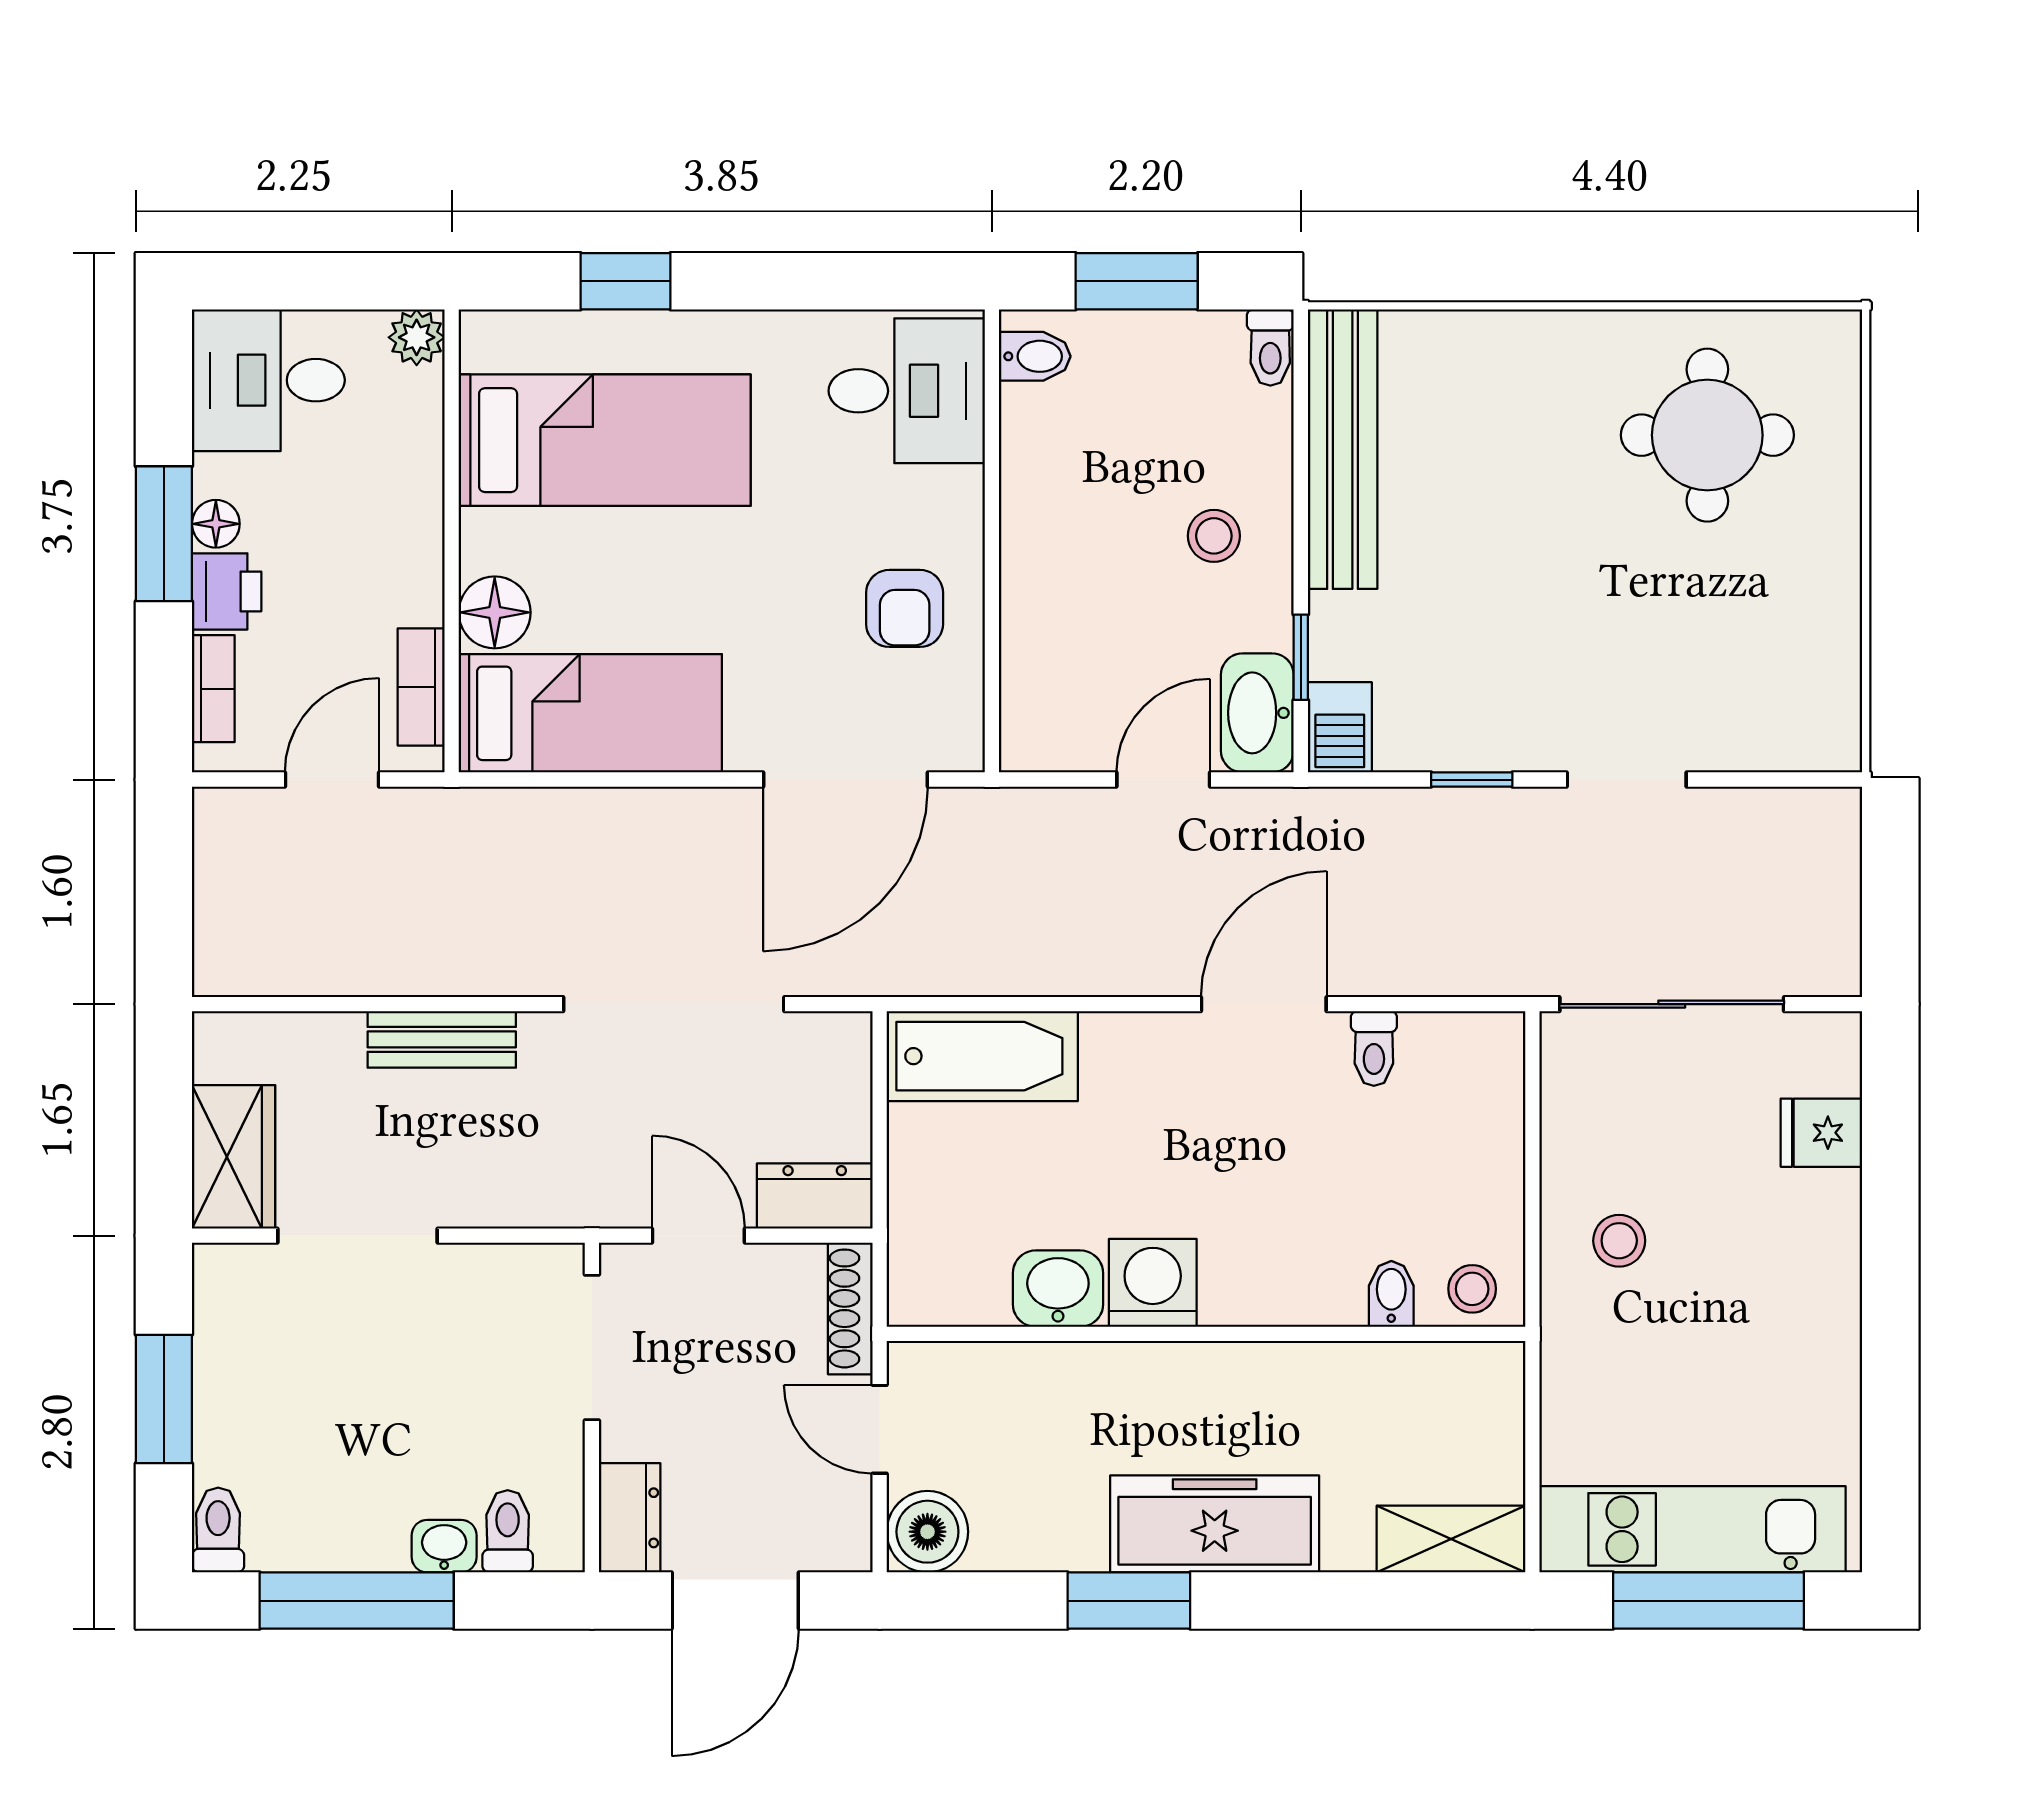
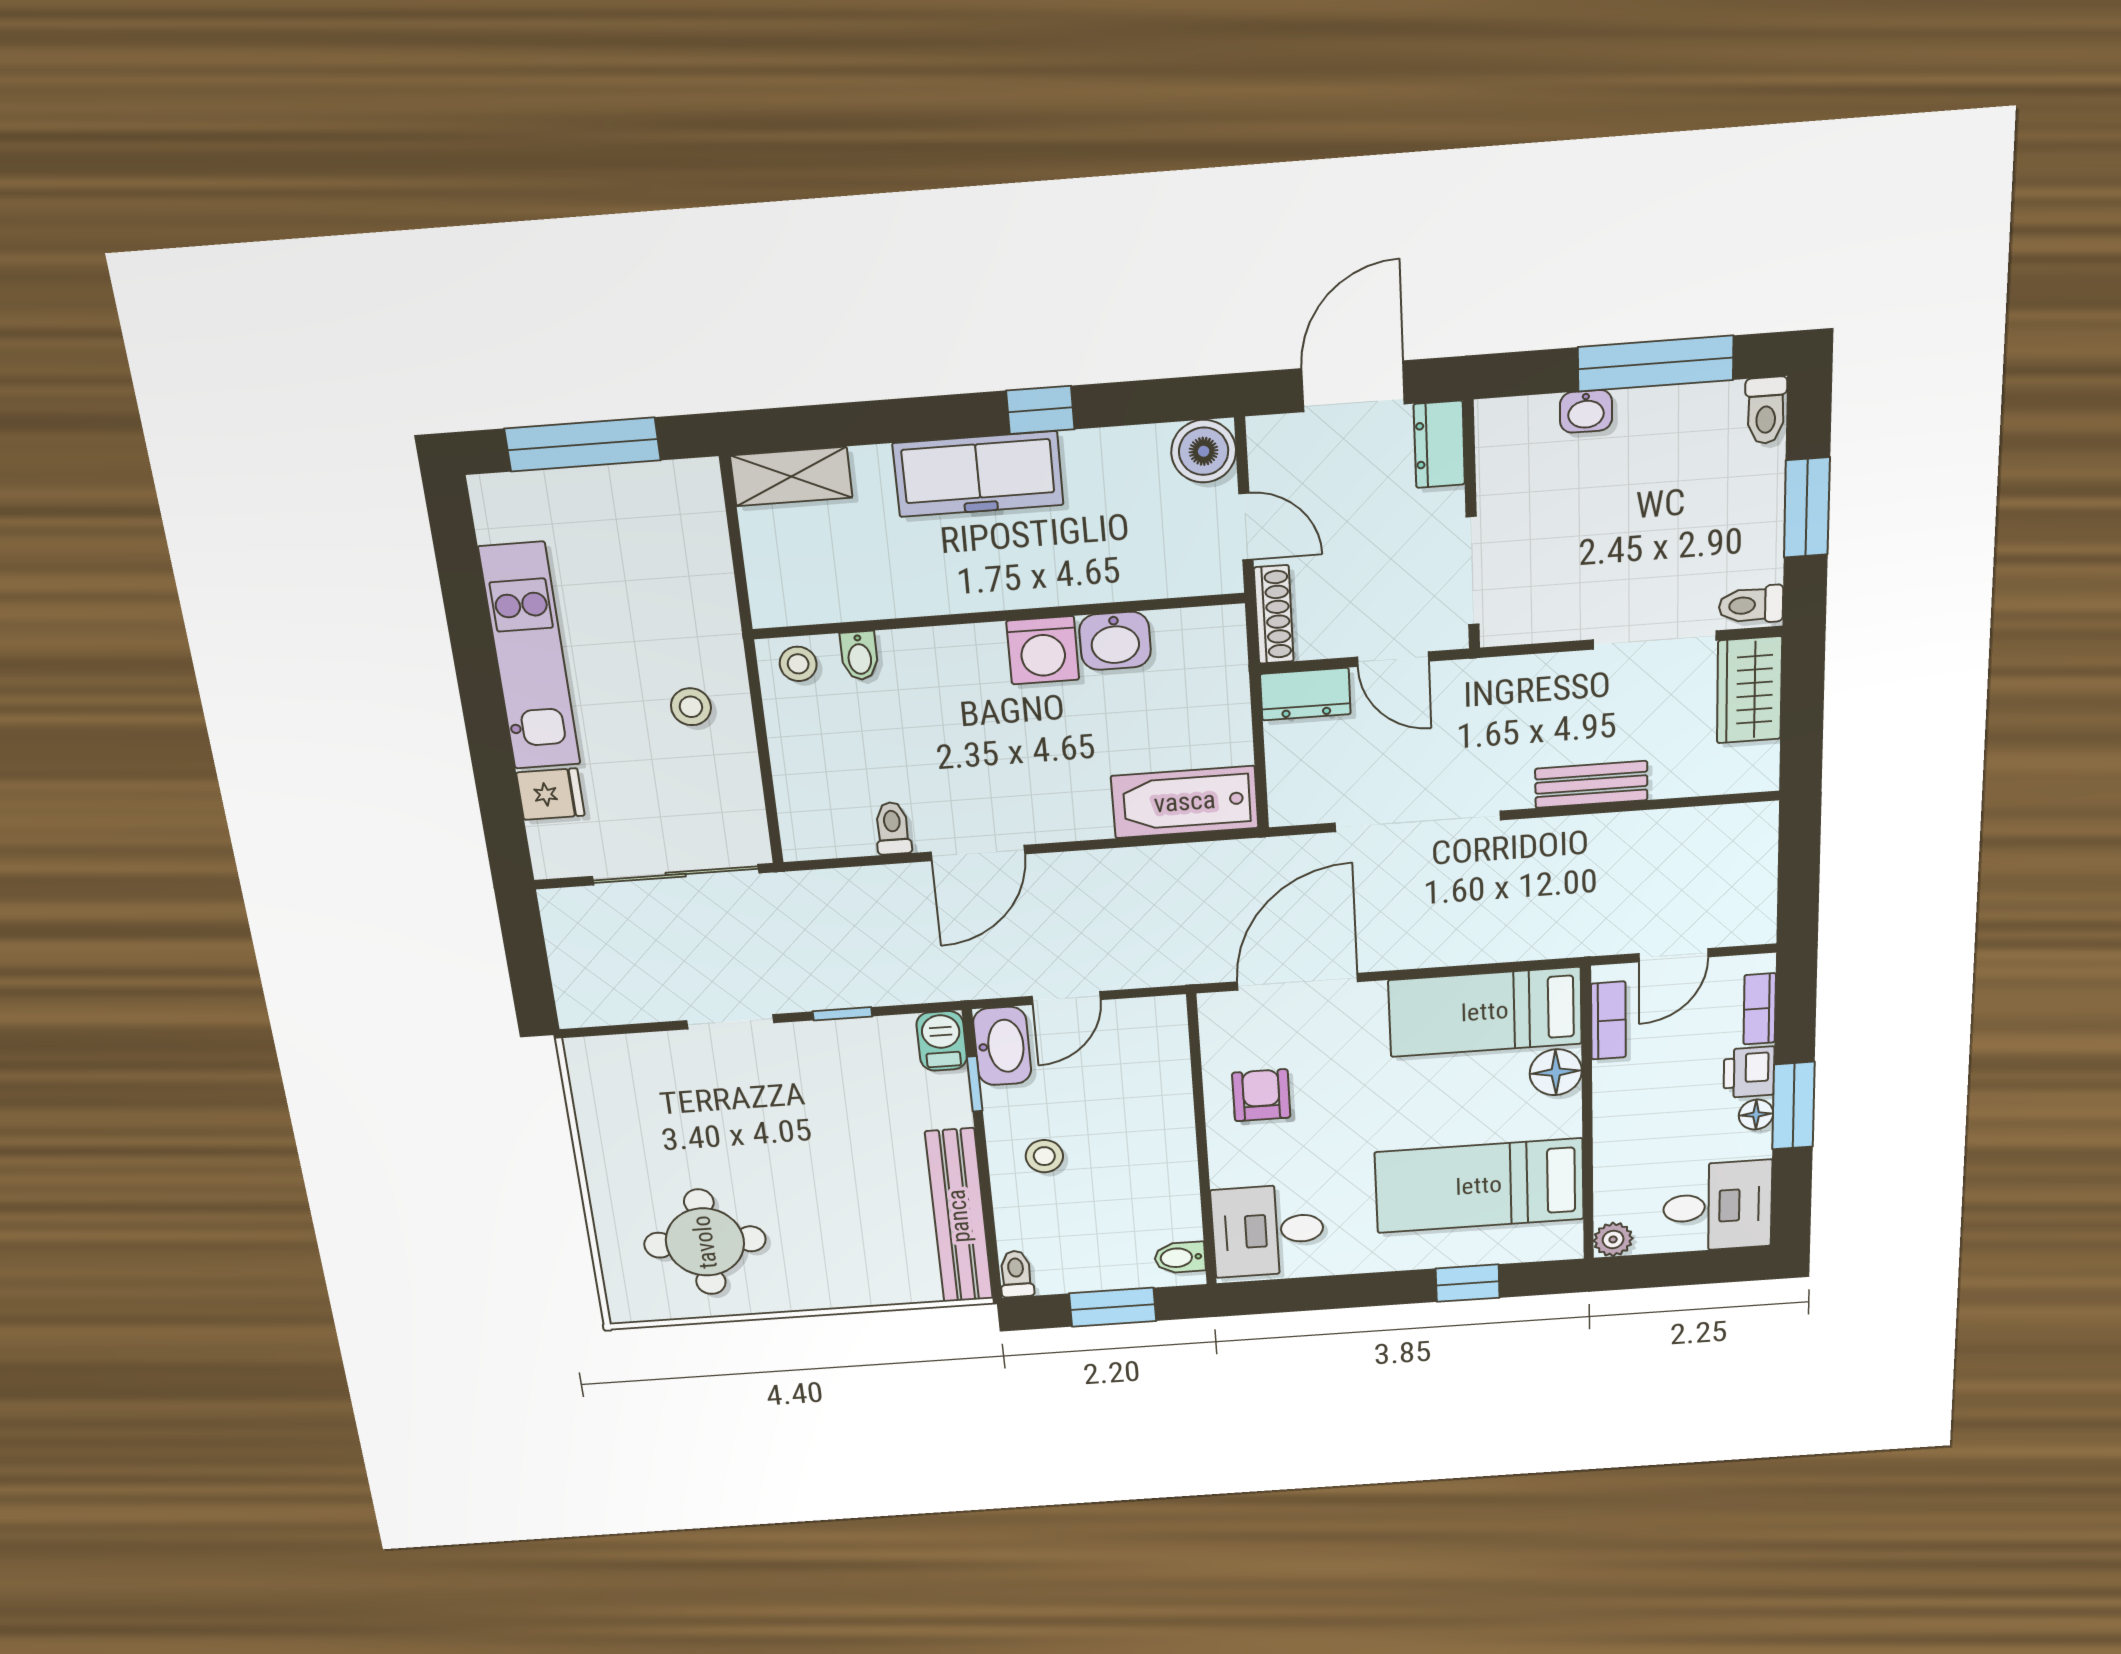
kitchen unit: (1693, 1529) -> (530, 657), moved, turned -90
toilet: (508, 1531) -> (1751, 605), moved, turned 90
window: (1129, 1601) -> (1040, 410), width x0.67

